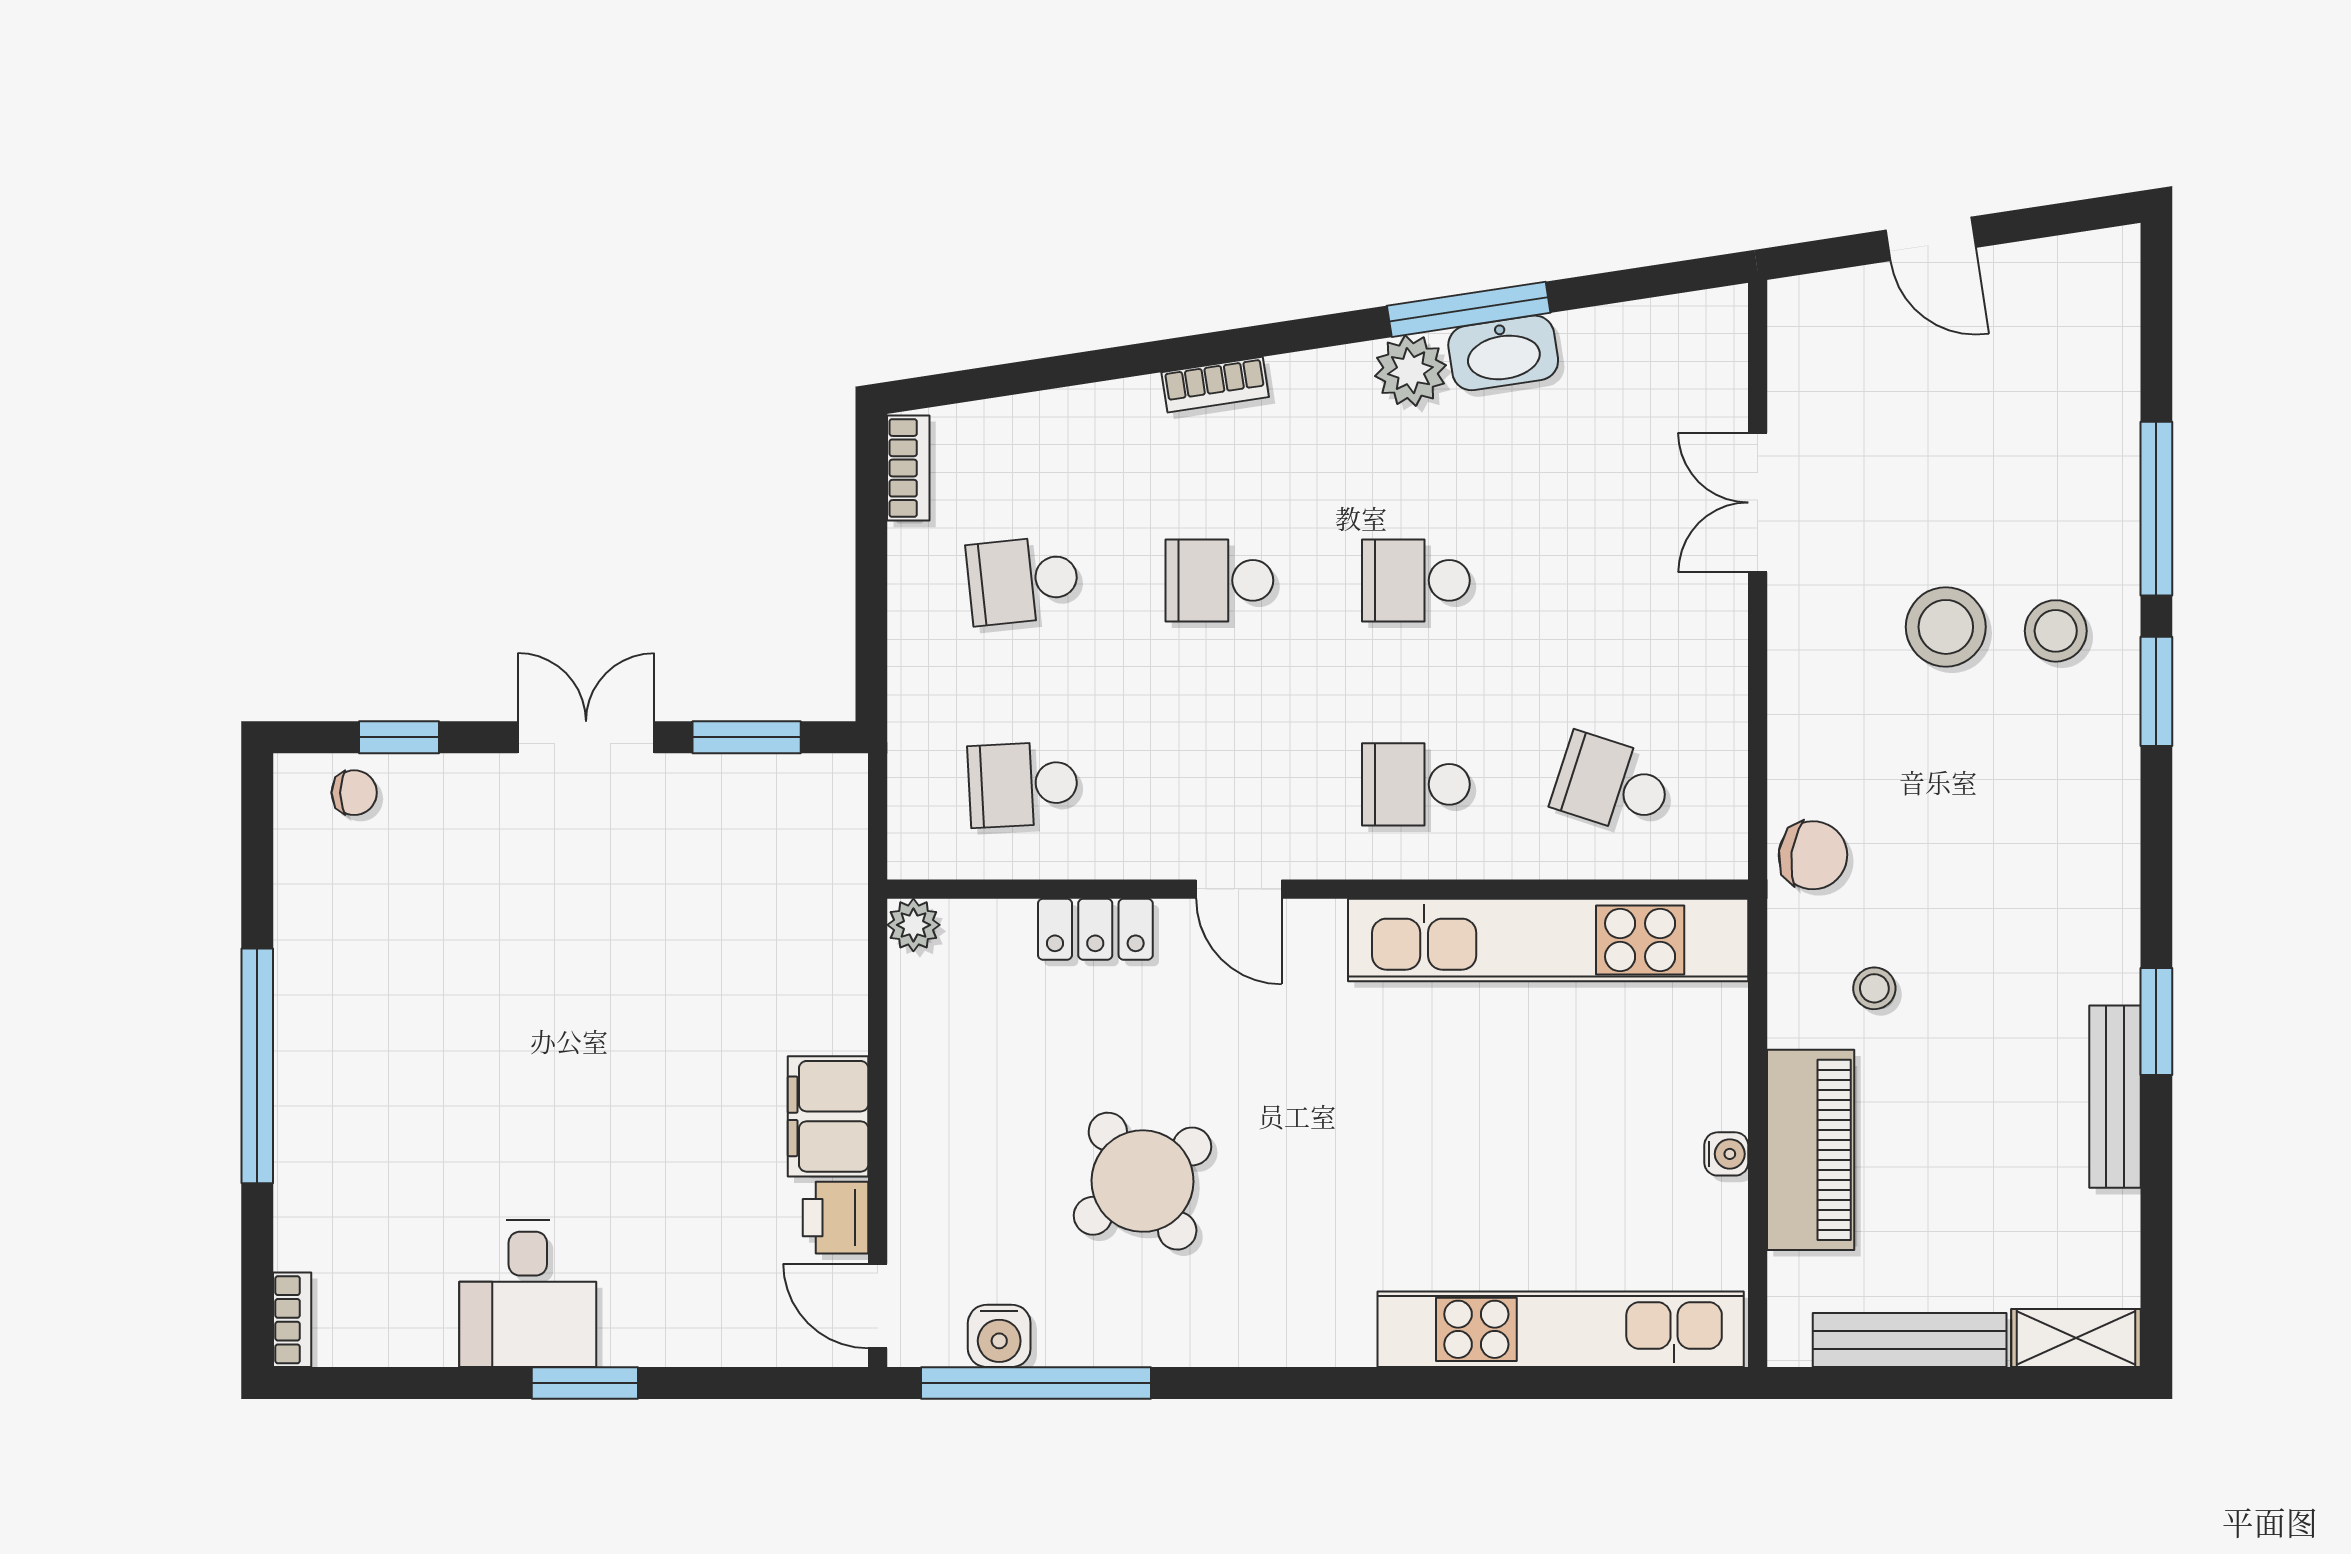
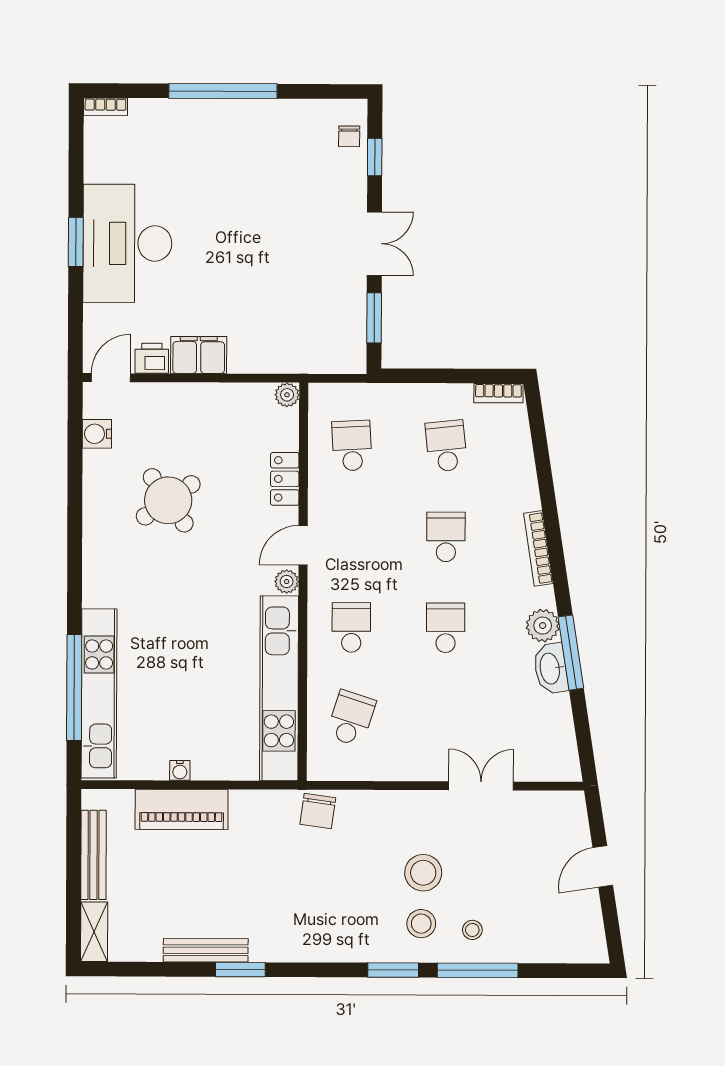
bookcase: (1215, 385) -> (538, 548), width x1.56
plant: (1317, 925) -> (287, 582), added
stool: (1874, 988) -> (472, 930), moved
desk: (528, 1293) -> (127, 243), width x1.87, depth x1.30
window: (1036, 1383) -> (74, 687), moved

